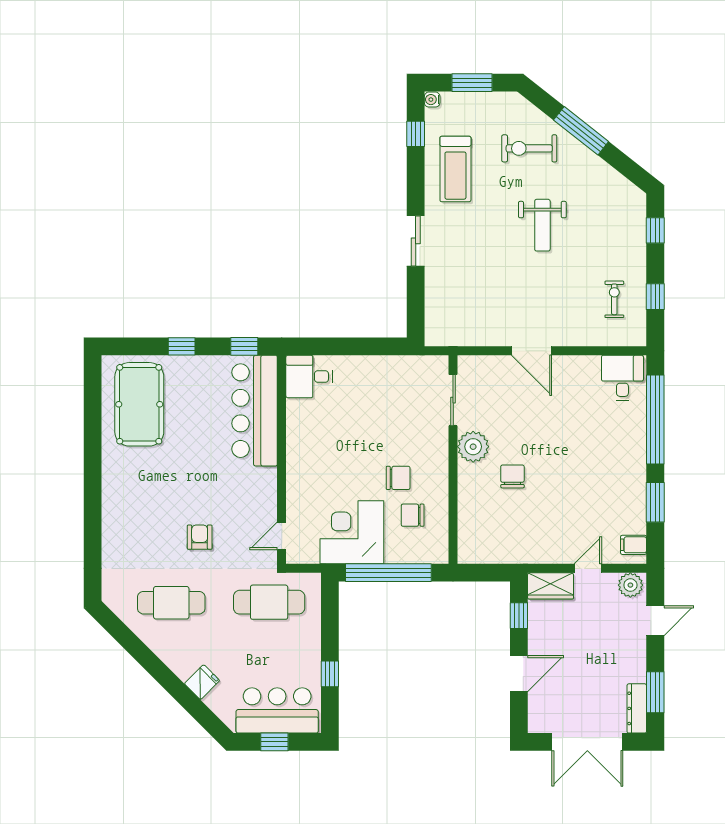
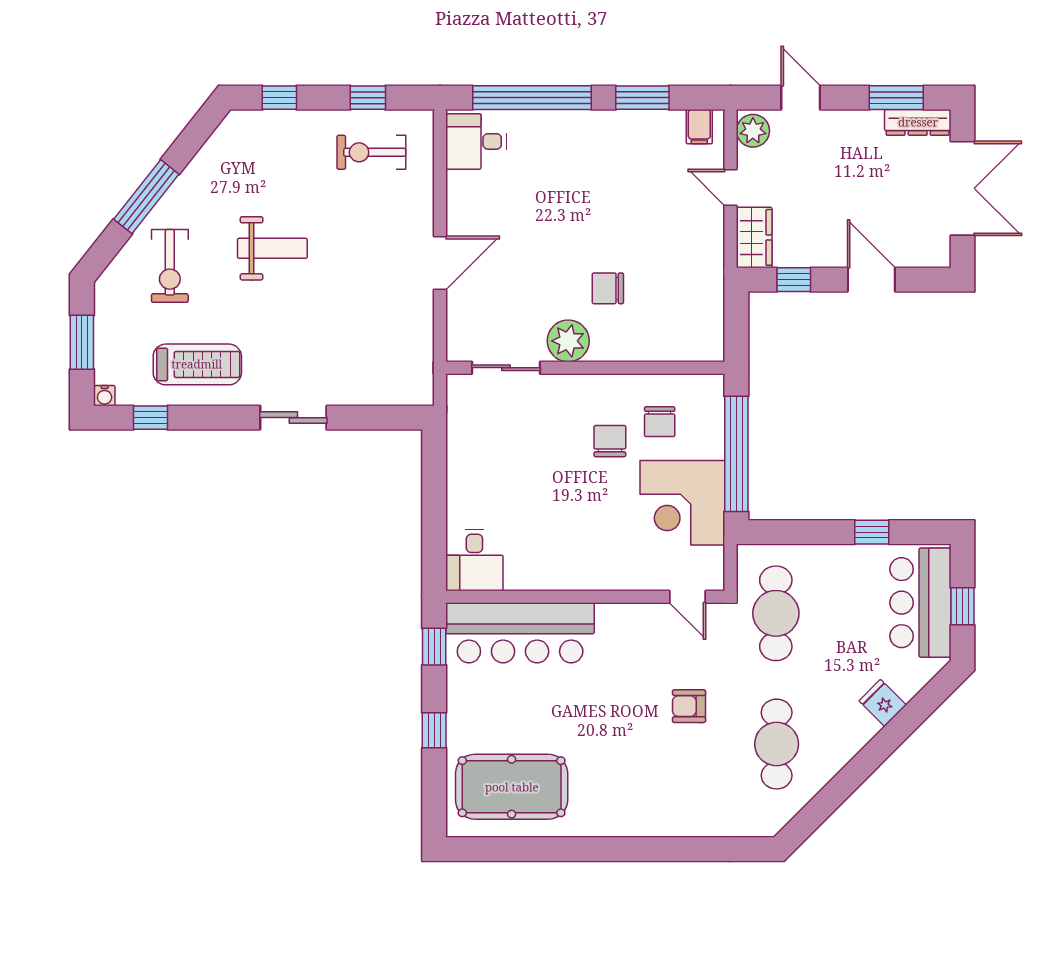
exercise bike: (614, 299) -> (371, 152), width x1.38, depth x1.39

